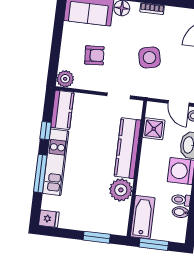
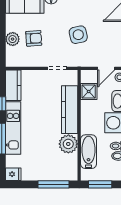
plant: (65, 79) -> (13, 39), moved
door: (179, 103) -> (106, 68), hinge flipped
bathtub: (143, 217) -> (89, 152), moved
window: (97, 237) -> (54, 184), width x1.44

